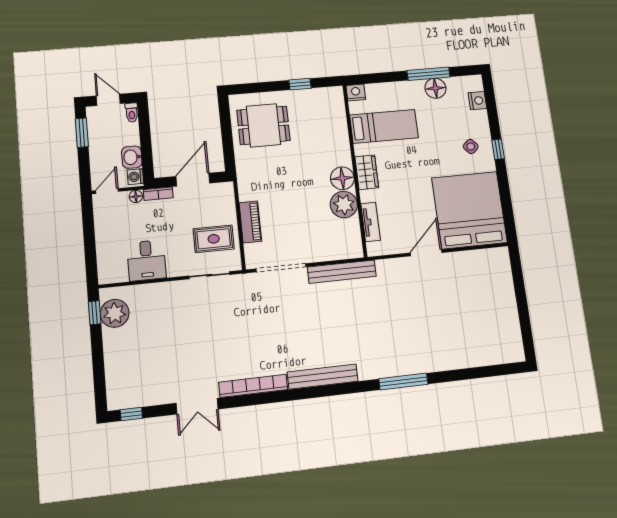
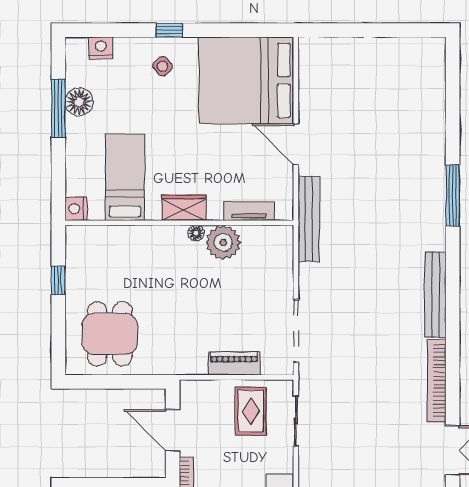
floor lamp: (342, 178) -> (196, 233), width x0.53, depth x0.53
bench: (342, 272) -> (309, 219), moved

